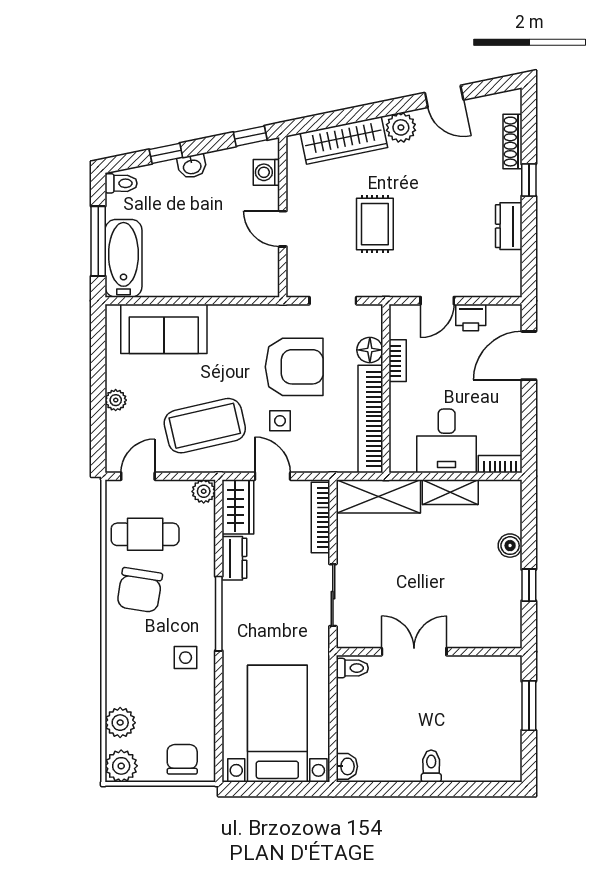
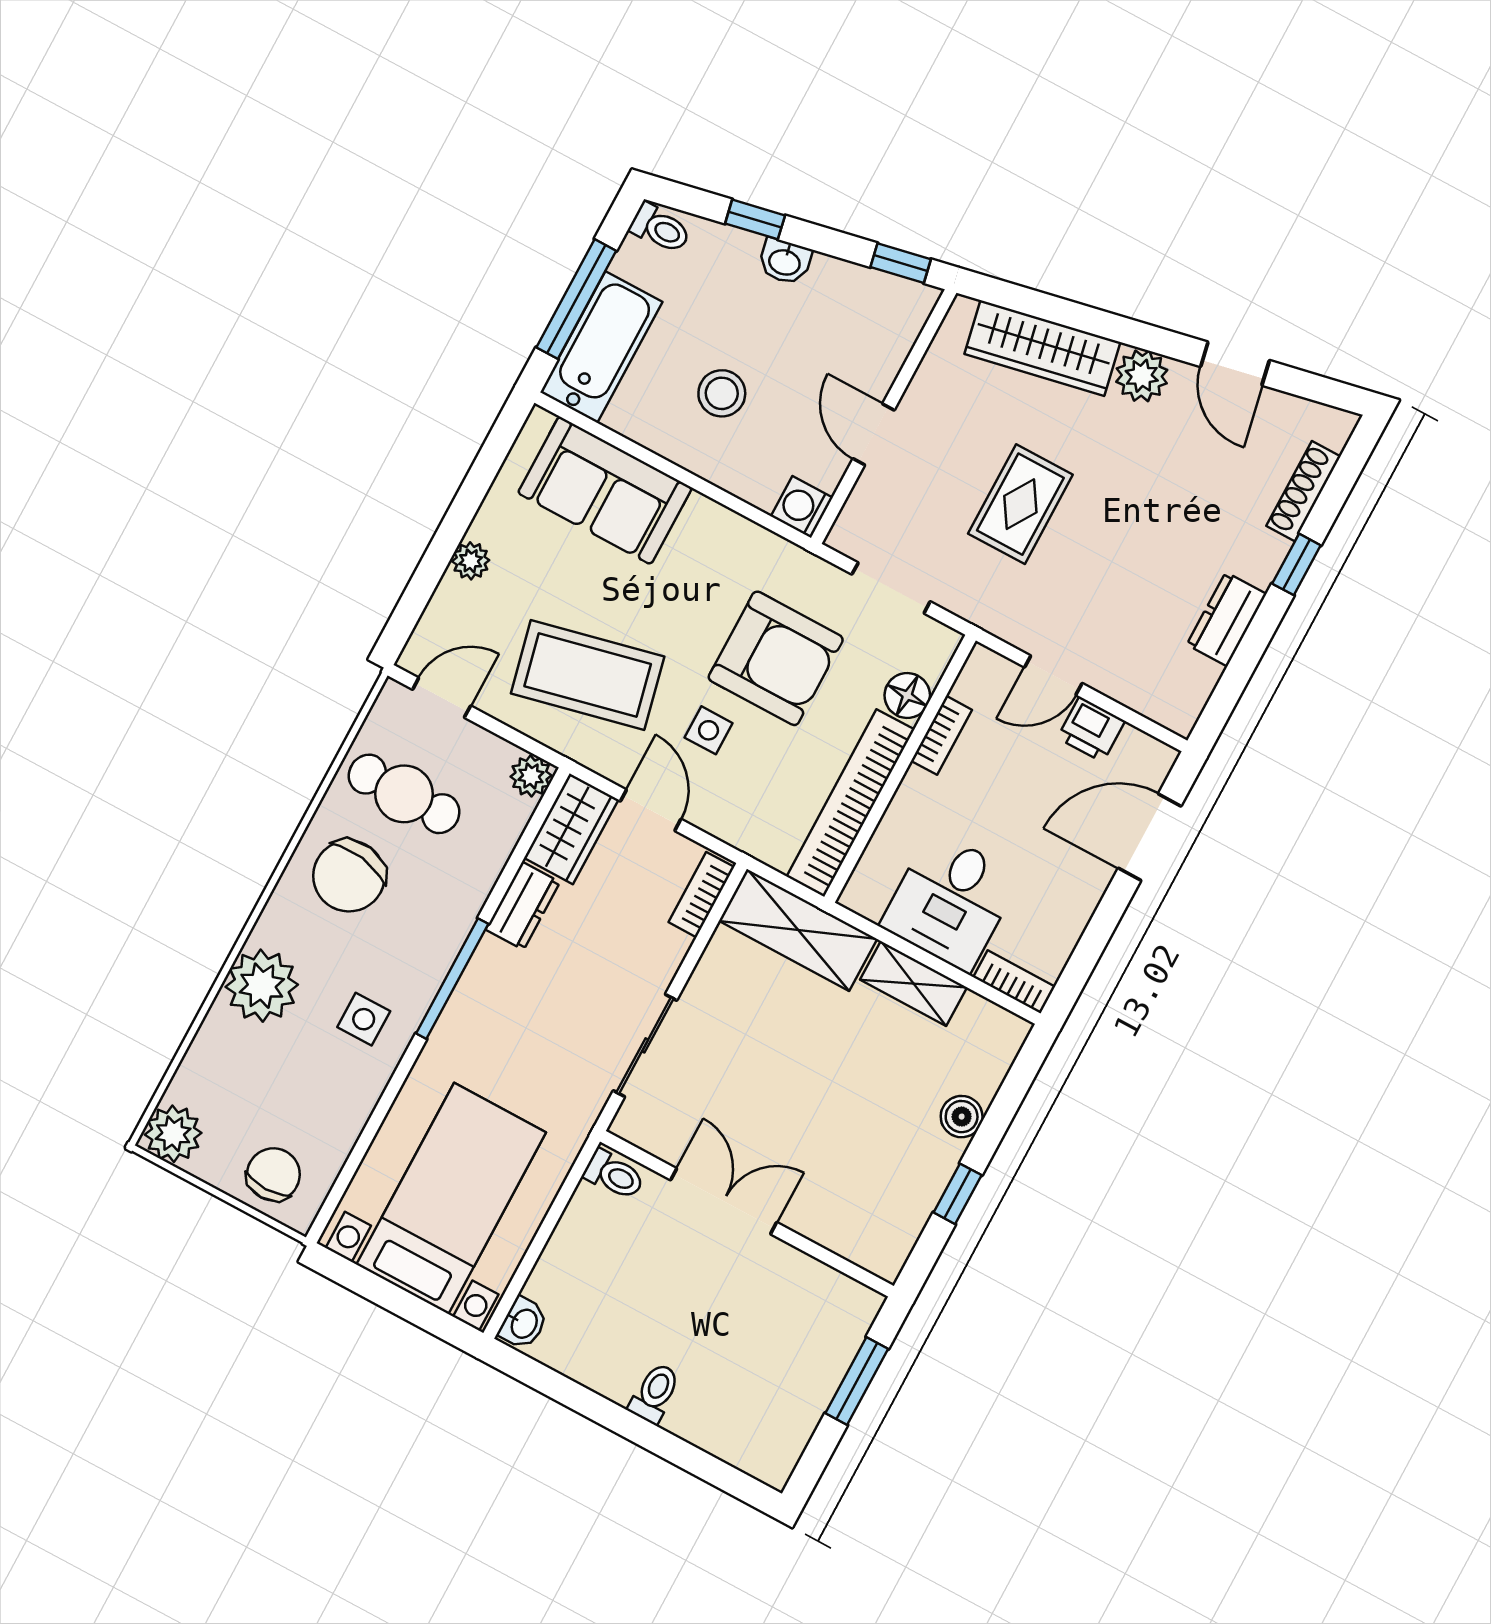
washing machine: (266, 172) -> (802, 507), moved
stool: (196, 249) -> (722, 393), added
bookcase: (321, 517) -> (701, 895), width x0.64
plant: (120, 723) -> (262, 986), moved, width x1.36, depth x1.36

